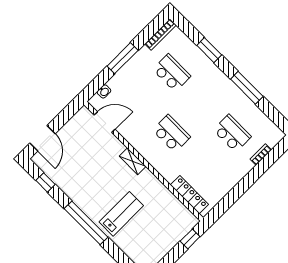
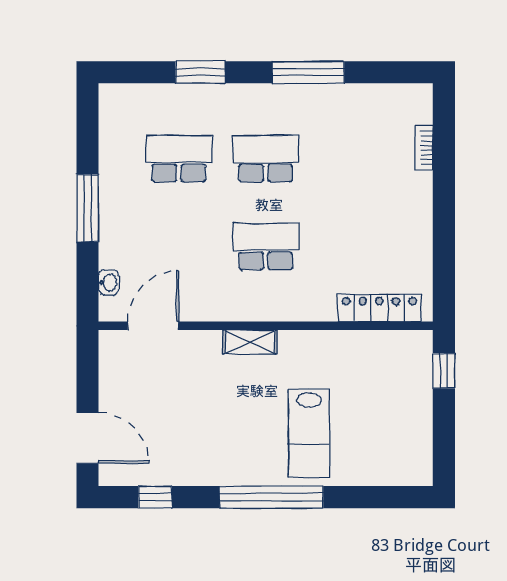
bookcase: (160, 34) -> (108, 120), removed
school desk: (232, 133) -> (266, 159), moved
lab bench: (121, 214) -> (309, 433), turned 180

